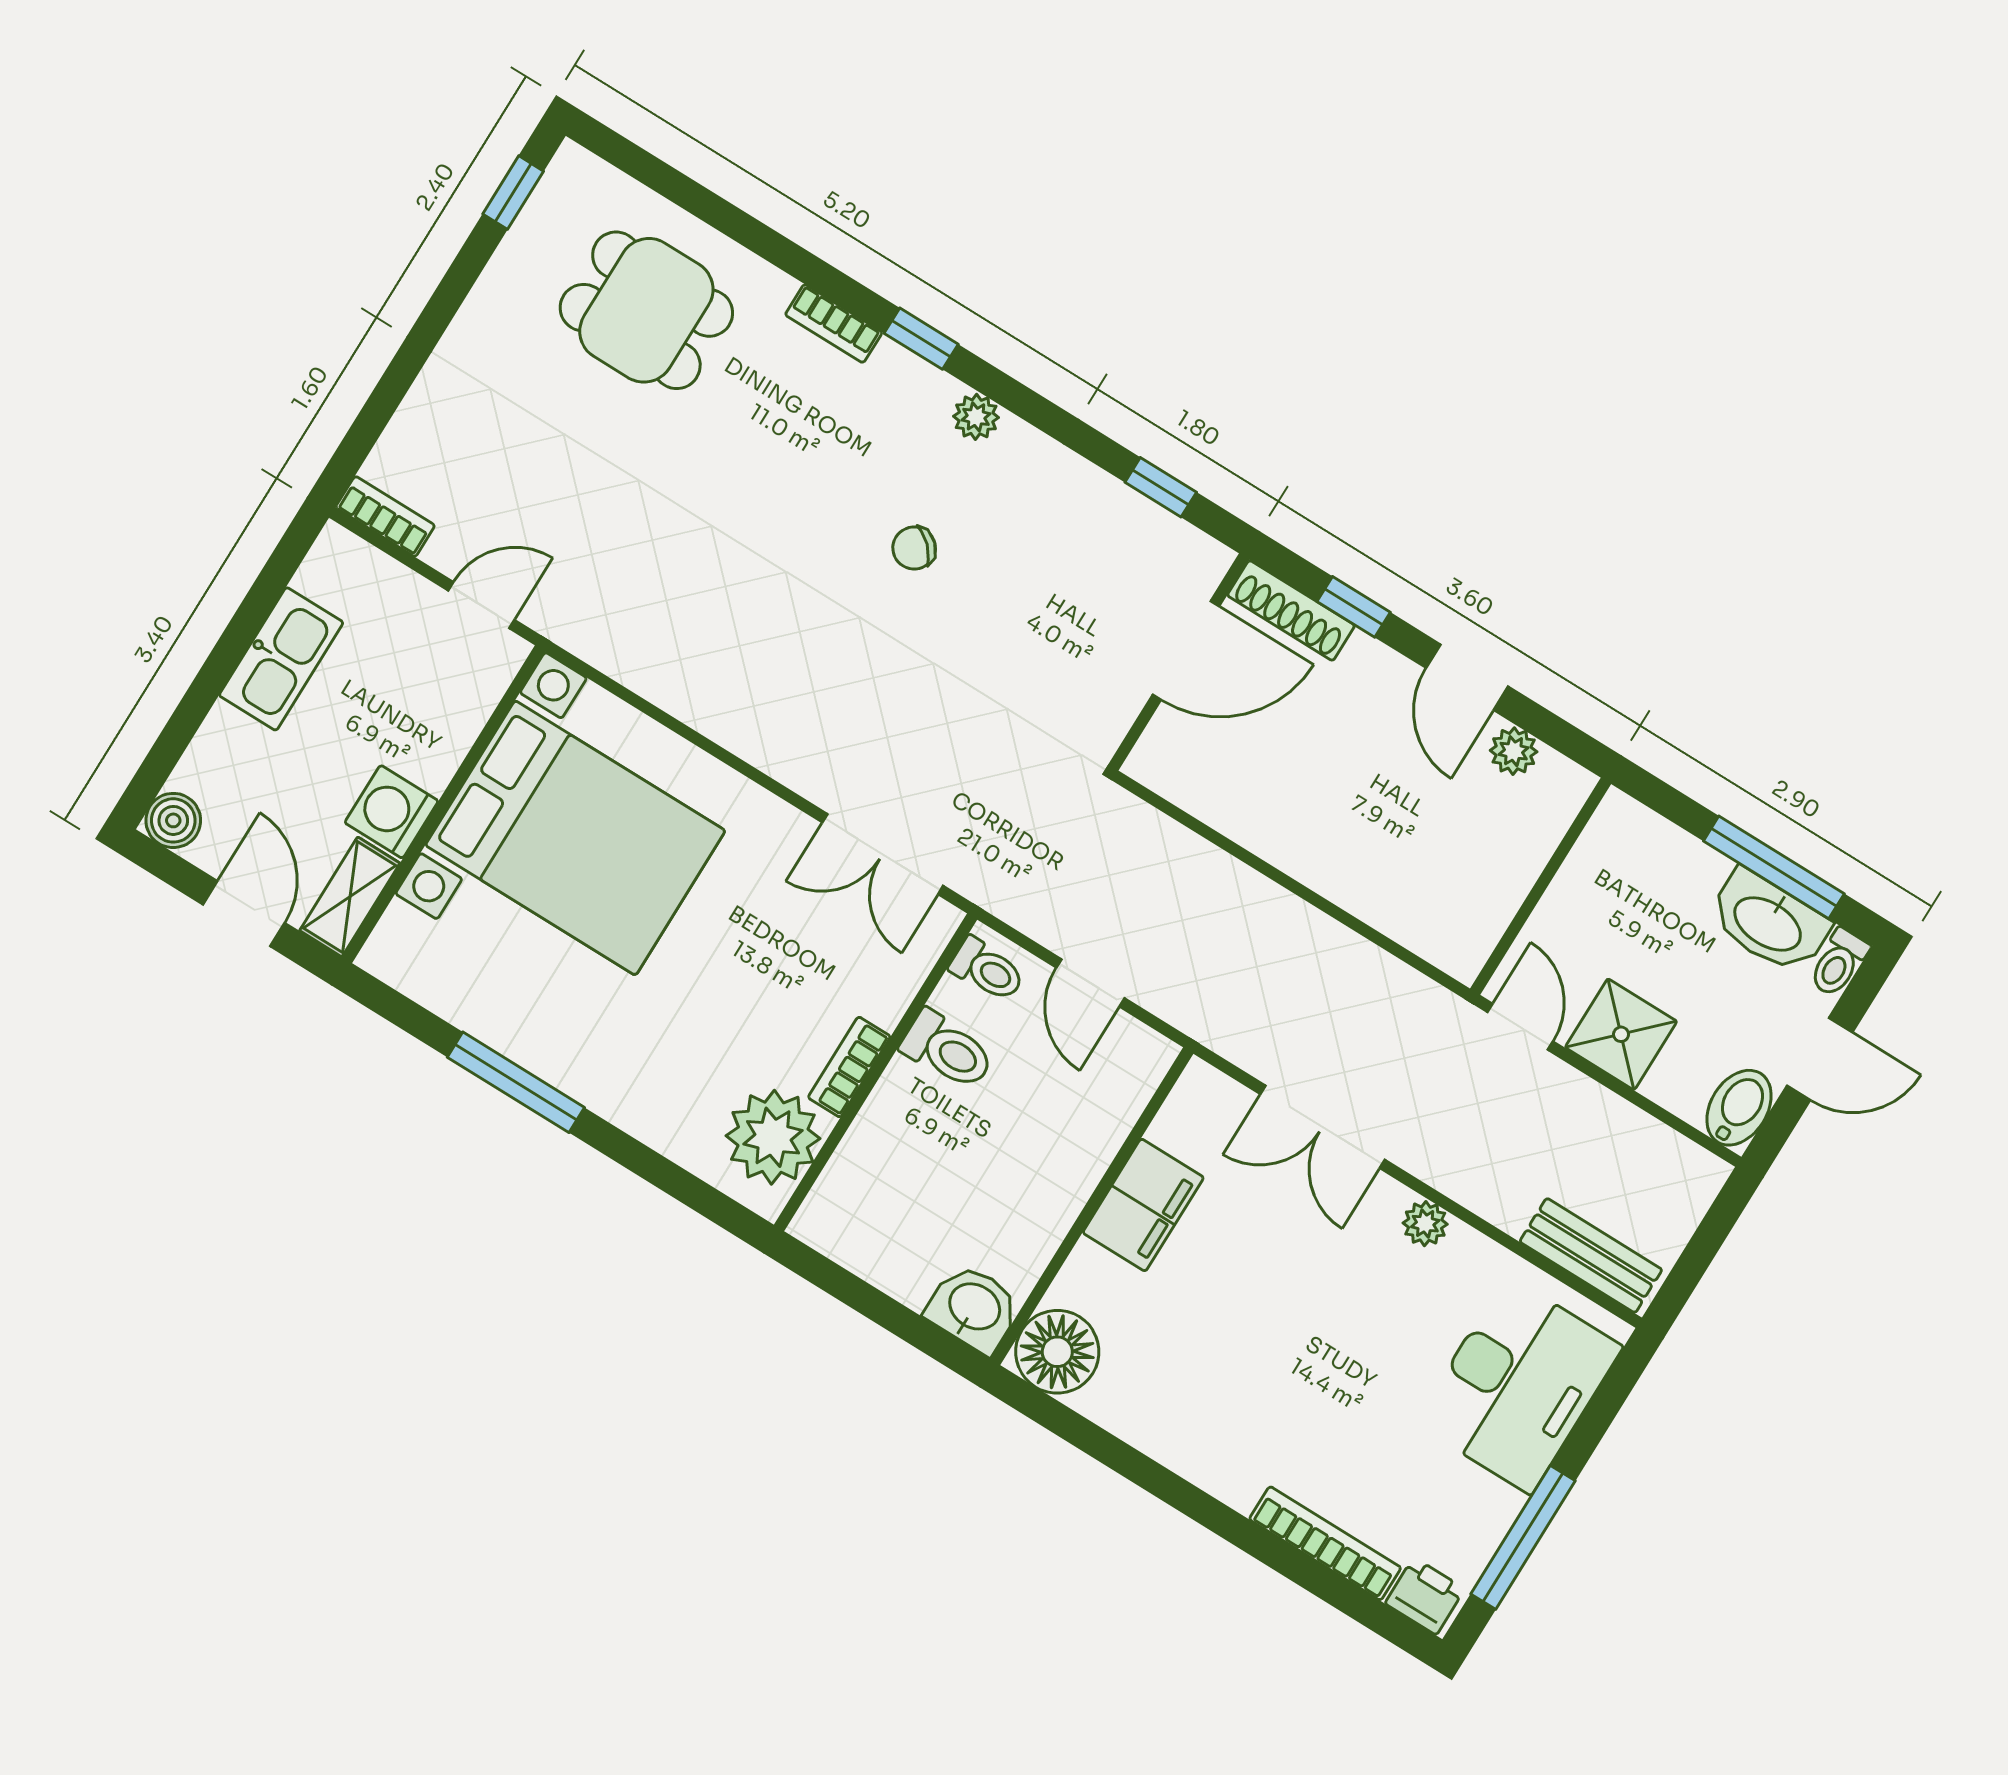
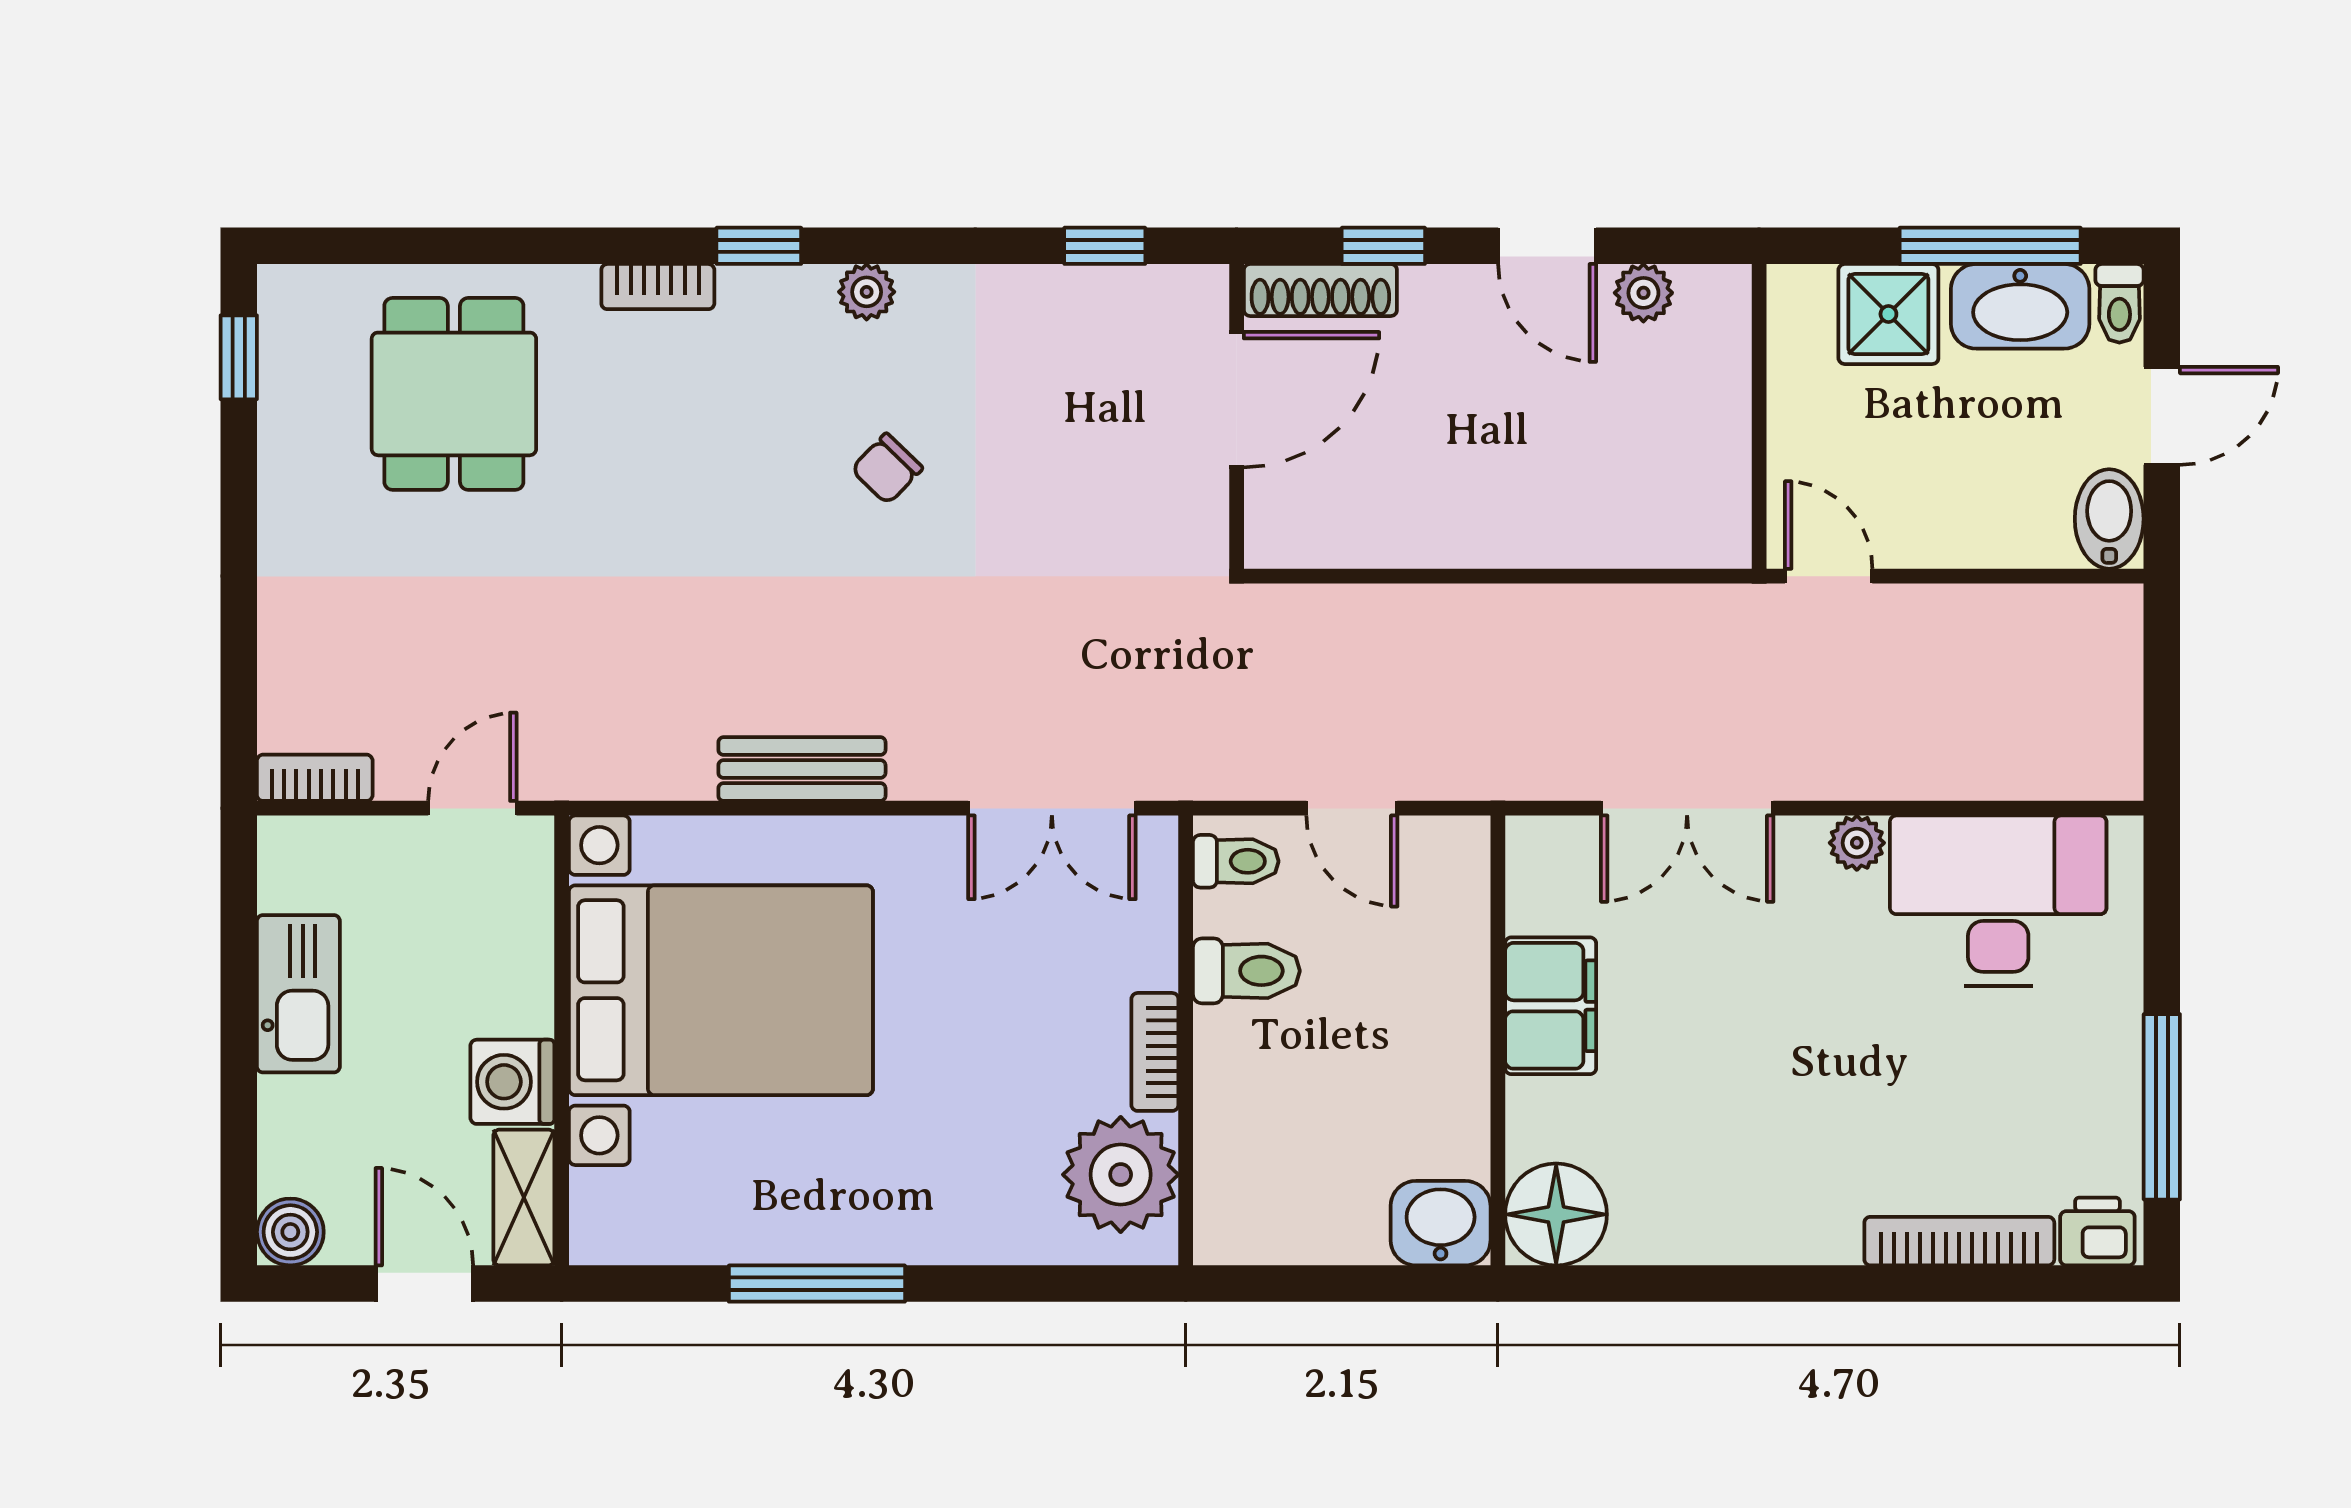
dining table: (646, 310) -> (454, 394), turned 90
shower: (1621, 1034) -> (1888, 314), moved
bench: (1591, 1256) -> (802, 769), moved
desk: (1519, 1385) -> (1998, 901), moved, turned -90

